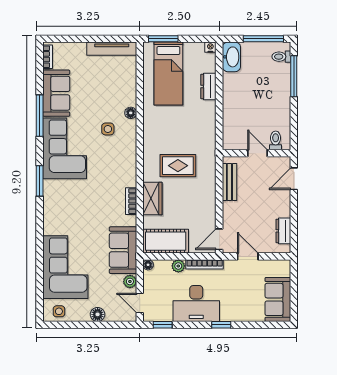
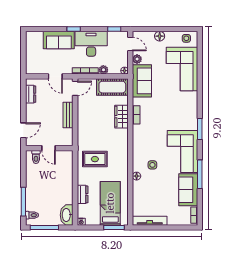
rug: (178, 166) -> (95, 159), moved
bench: (229, 182) -> (68, 115), moved
sofa: (278, 299) -> (59, 40), moved, turned 90

